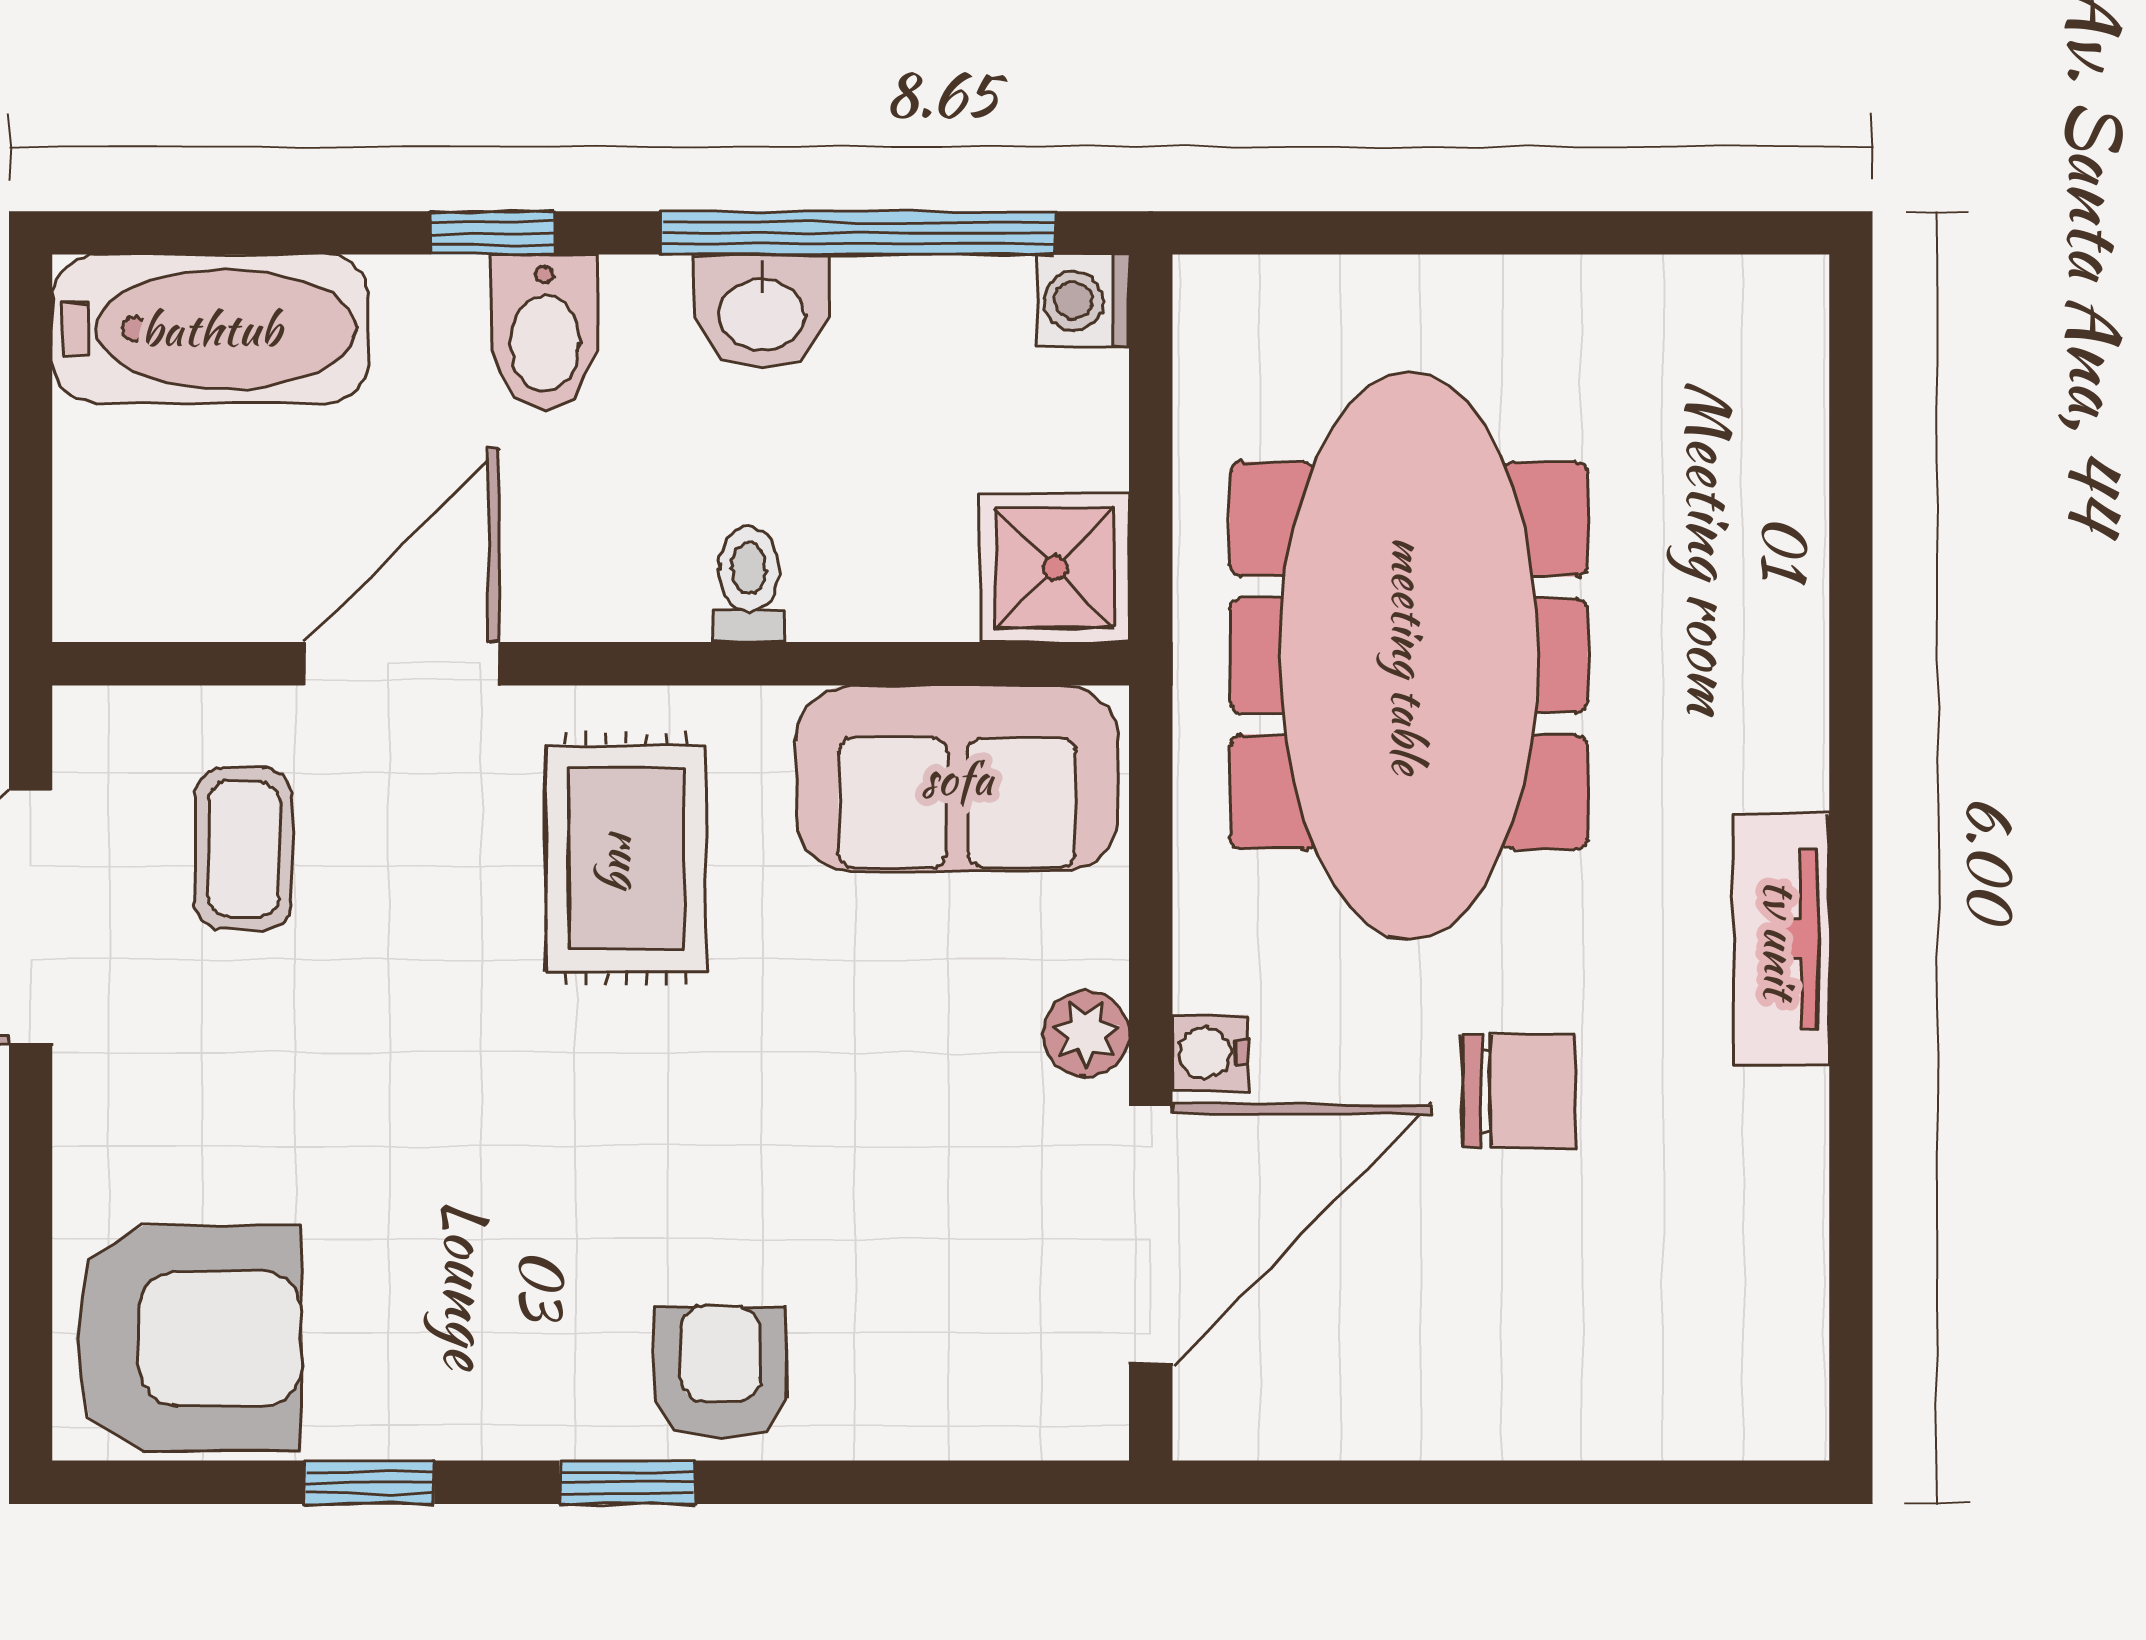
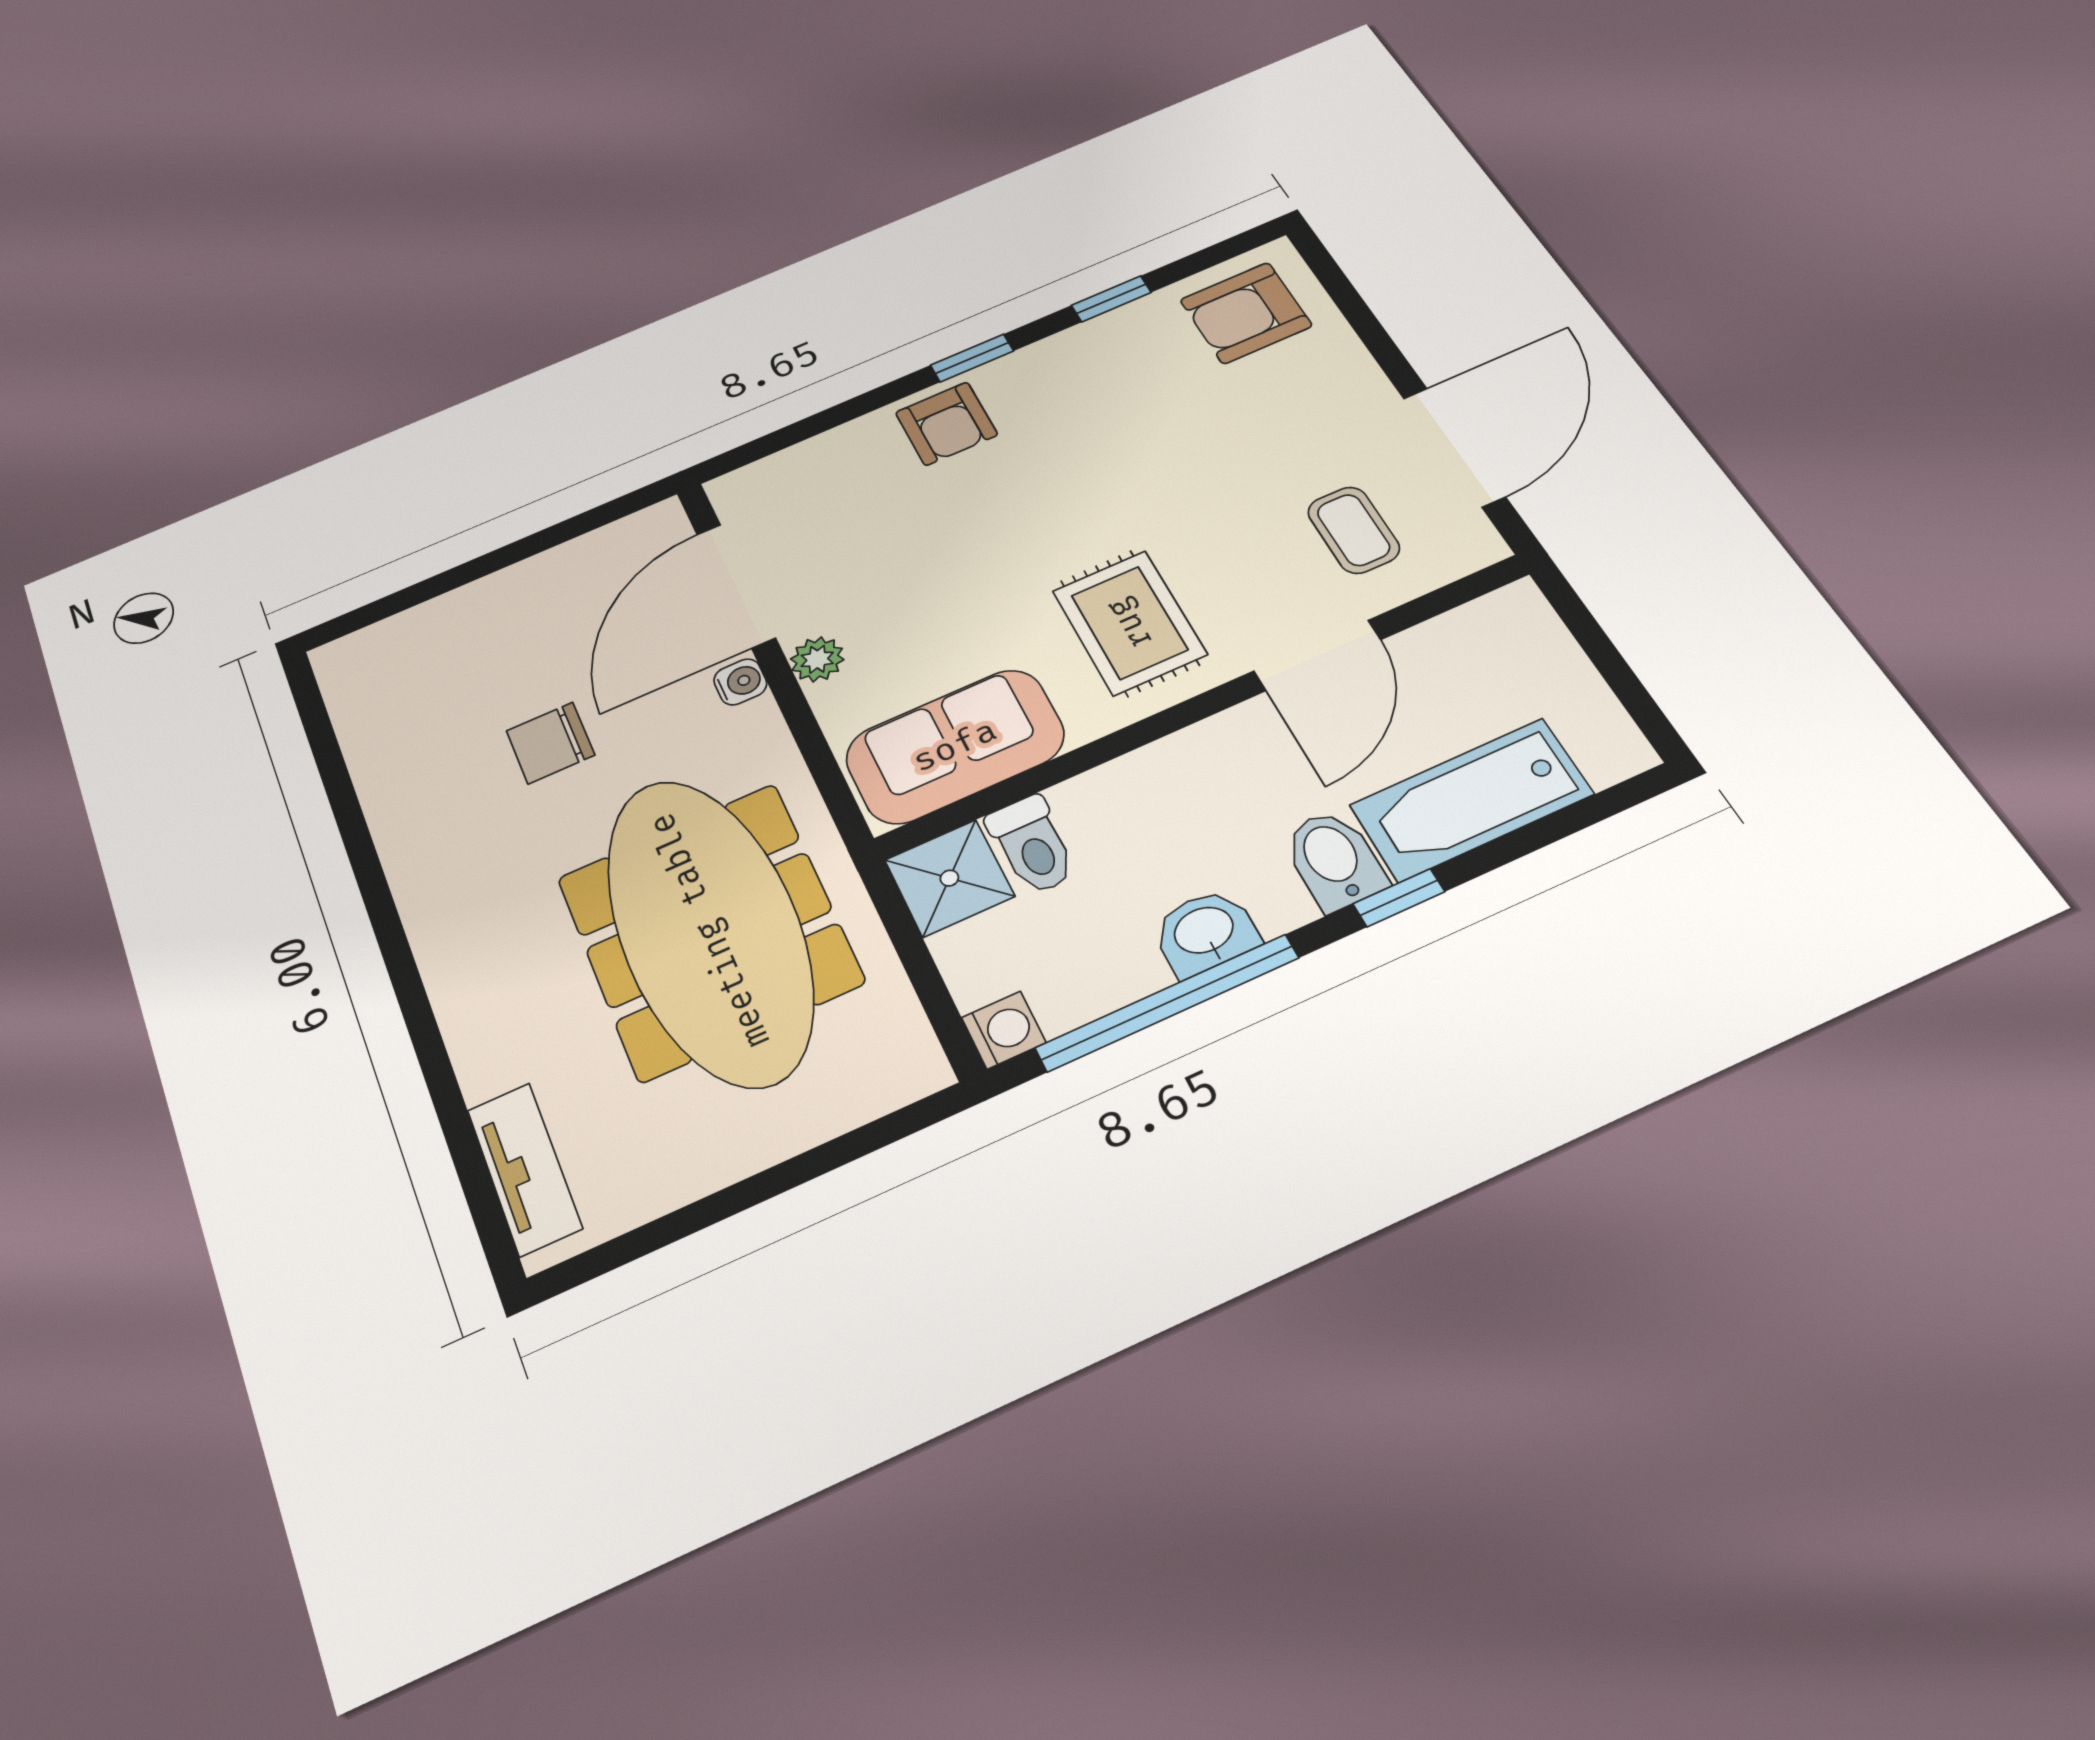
bathtub: (211, 329) -> (1471, 800), moved
toilet: (749, 584) -> (1032, 845), moved, width x1.37, depth x1.39
tv unit: (1781, 939) -> (524, 1169), moved
armchair: (188, 1338) -> (1246, 313), width x0.73, depth x0.73

